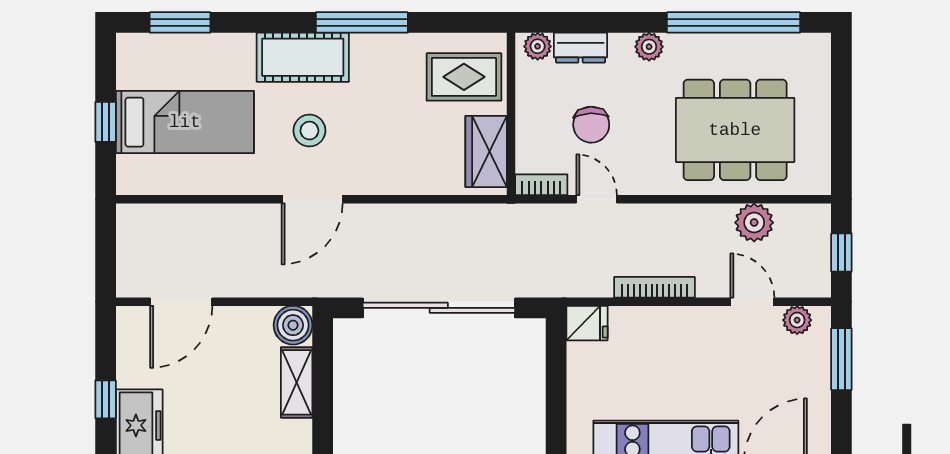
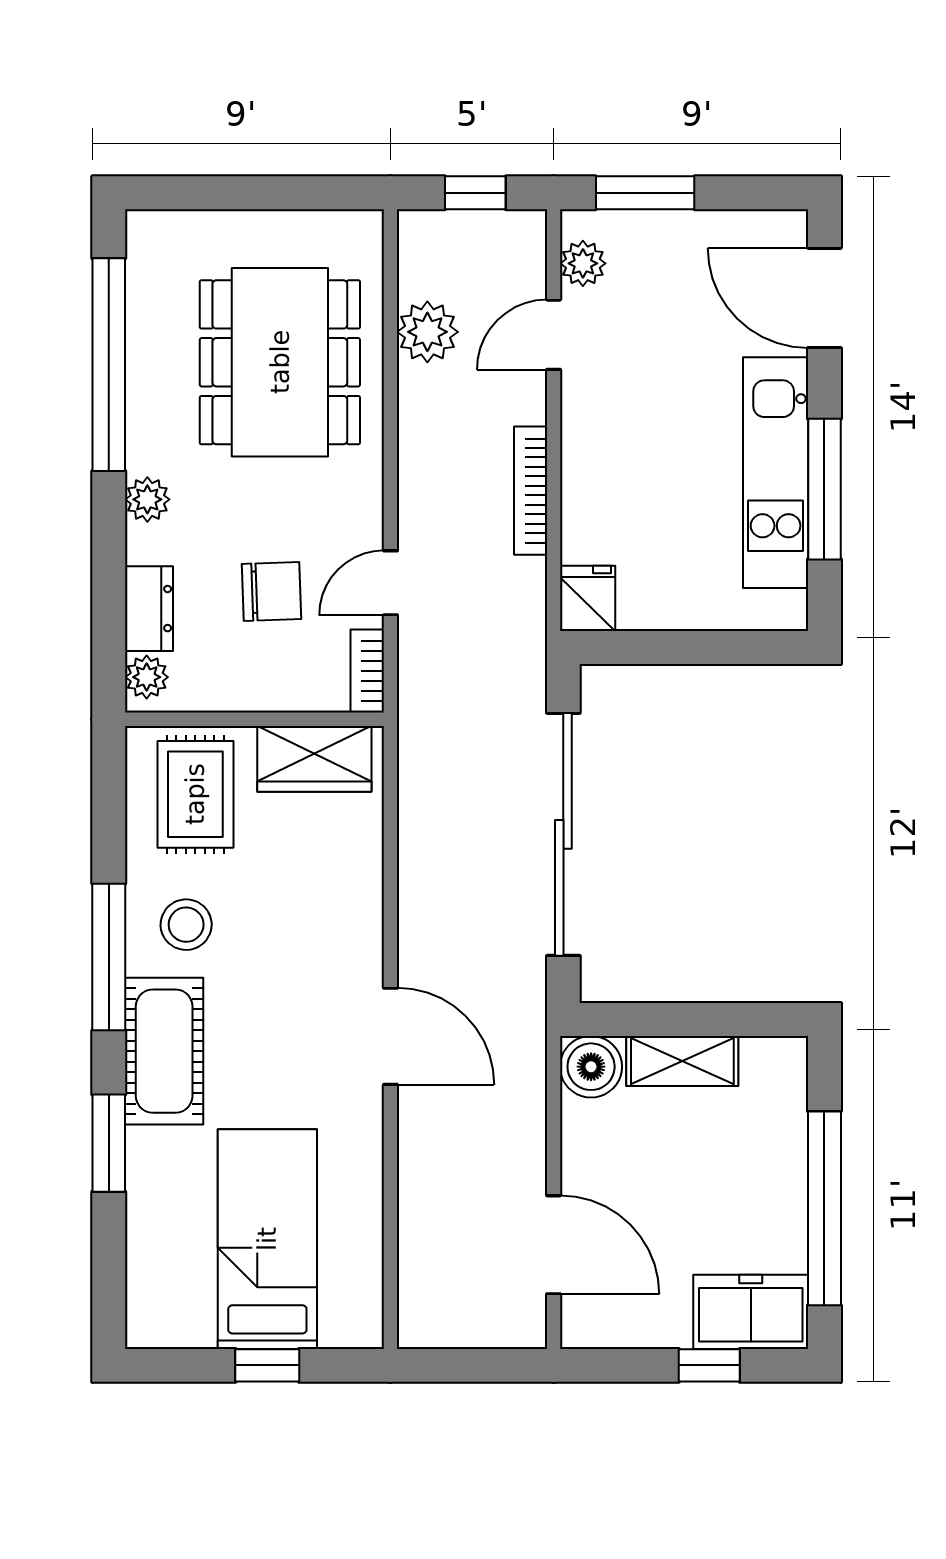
window: (180, 22) -> (109, 1143), moved
stool: (309, 131) -> (186, 925), moved

